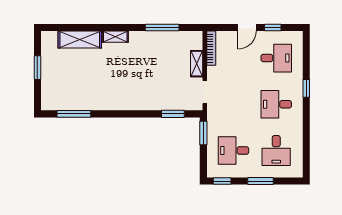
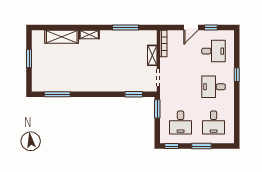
desk: (233, 150) -> (181, 122), turned -90

